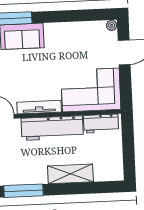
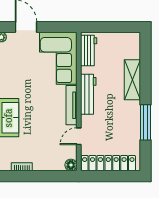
workbench: (52, 128) -> (88, 94), width x0.73, depth x0.76

